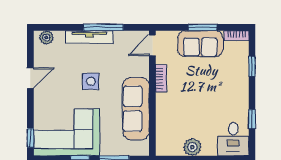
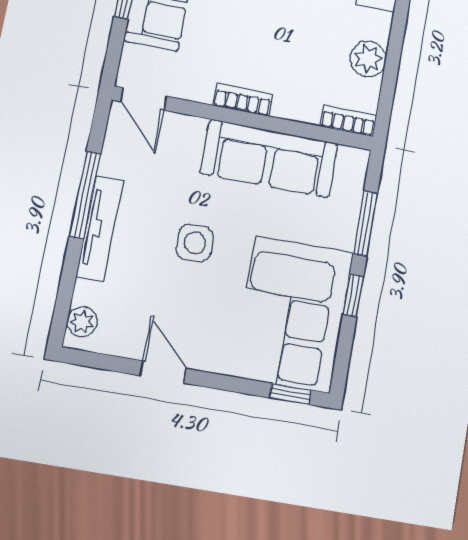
bookcase: (161, 78) -> (243, 100), moved
bookcase: (161, 143) -> (348, 121), added

